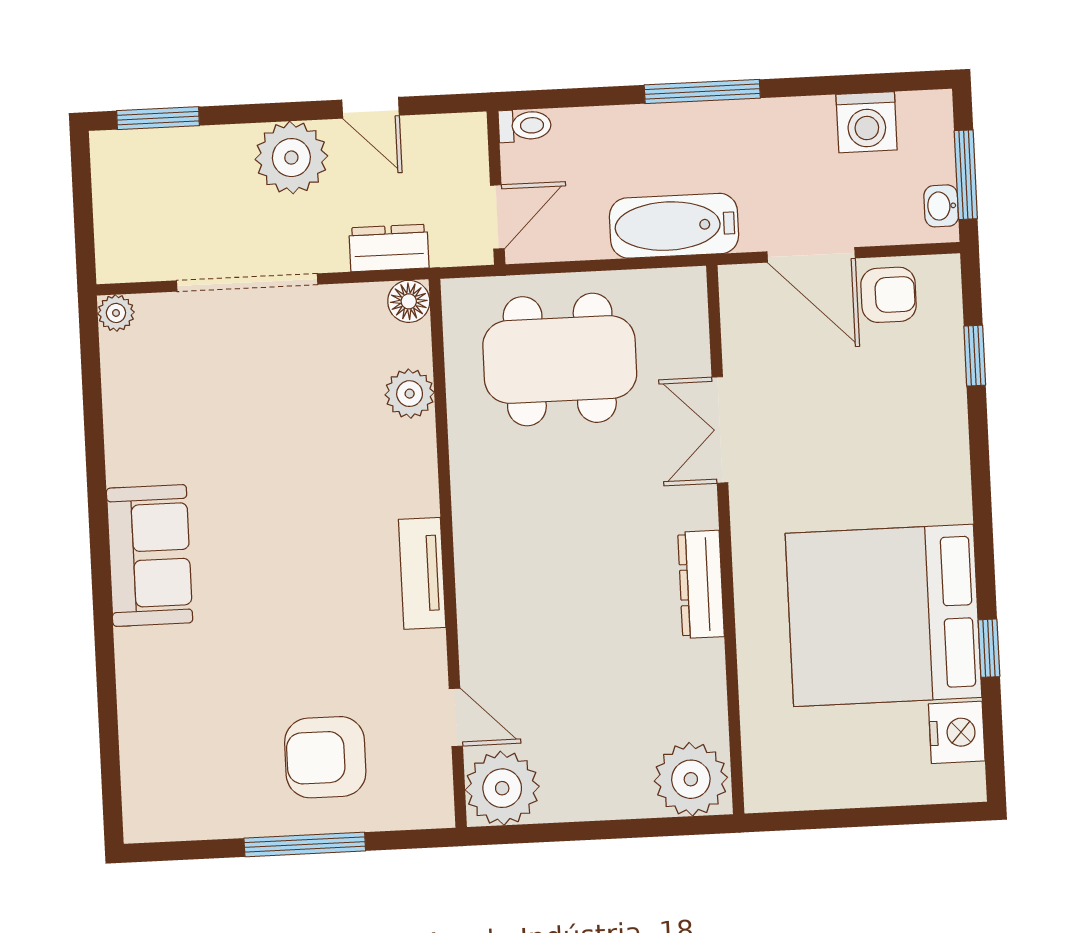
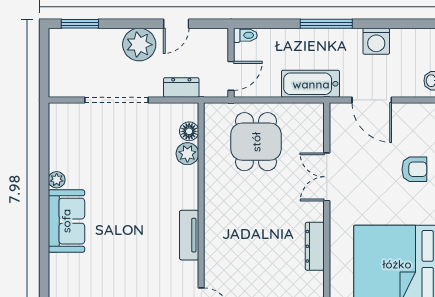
door: (371, 108) -> (176, 24), hinge flipped
washing machine: (867, 122) -> (376, 41), moved
armchair: (889, 295) -> (414, 169), moved
floor lamp: (409, 301) -> (189, 131), moved
plant: (116, 313) -> (57, 180), moved
dining table: (560, 360) -> (256, 142), width x0.73

